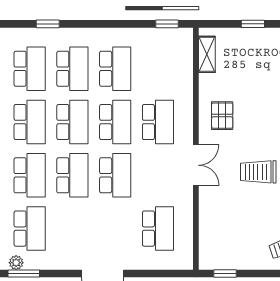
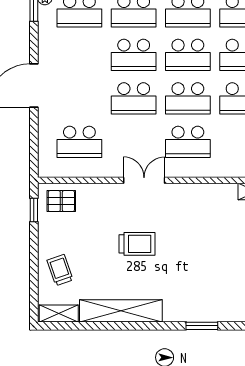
pallet: (222, 116) -> (61, 201), moved
double door: (196, 165) -> (144, 180), swing flipped
trolley: (258, 172) -> (137, 244), turned 90

